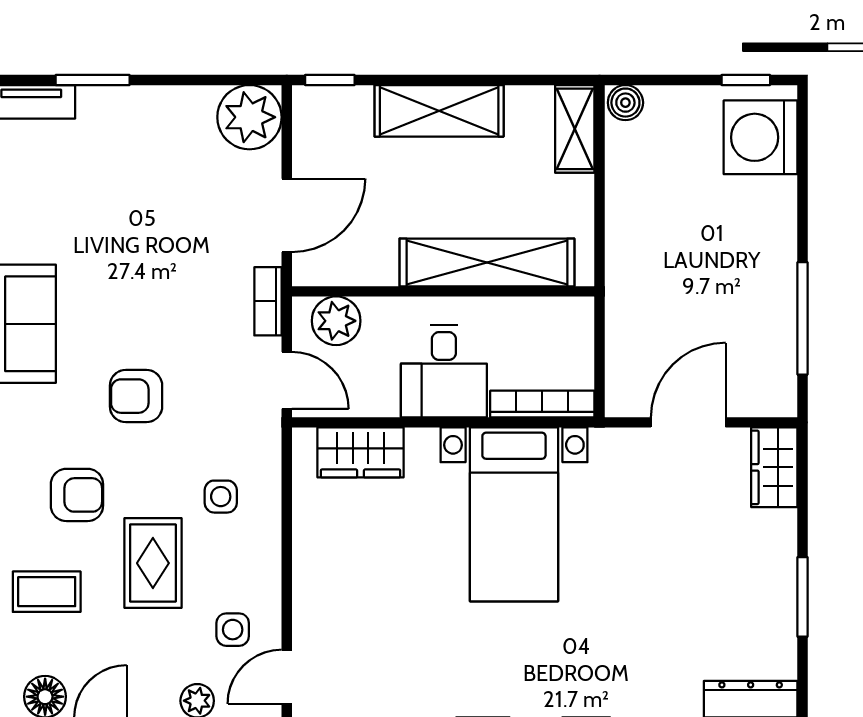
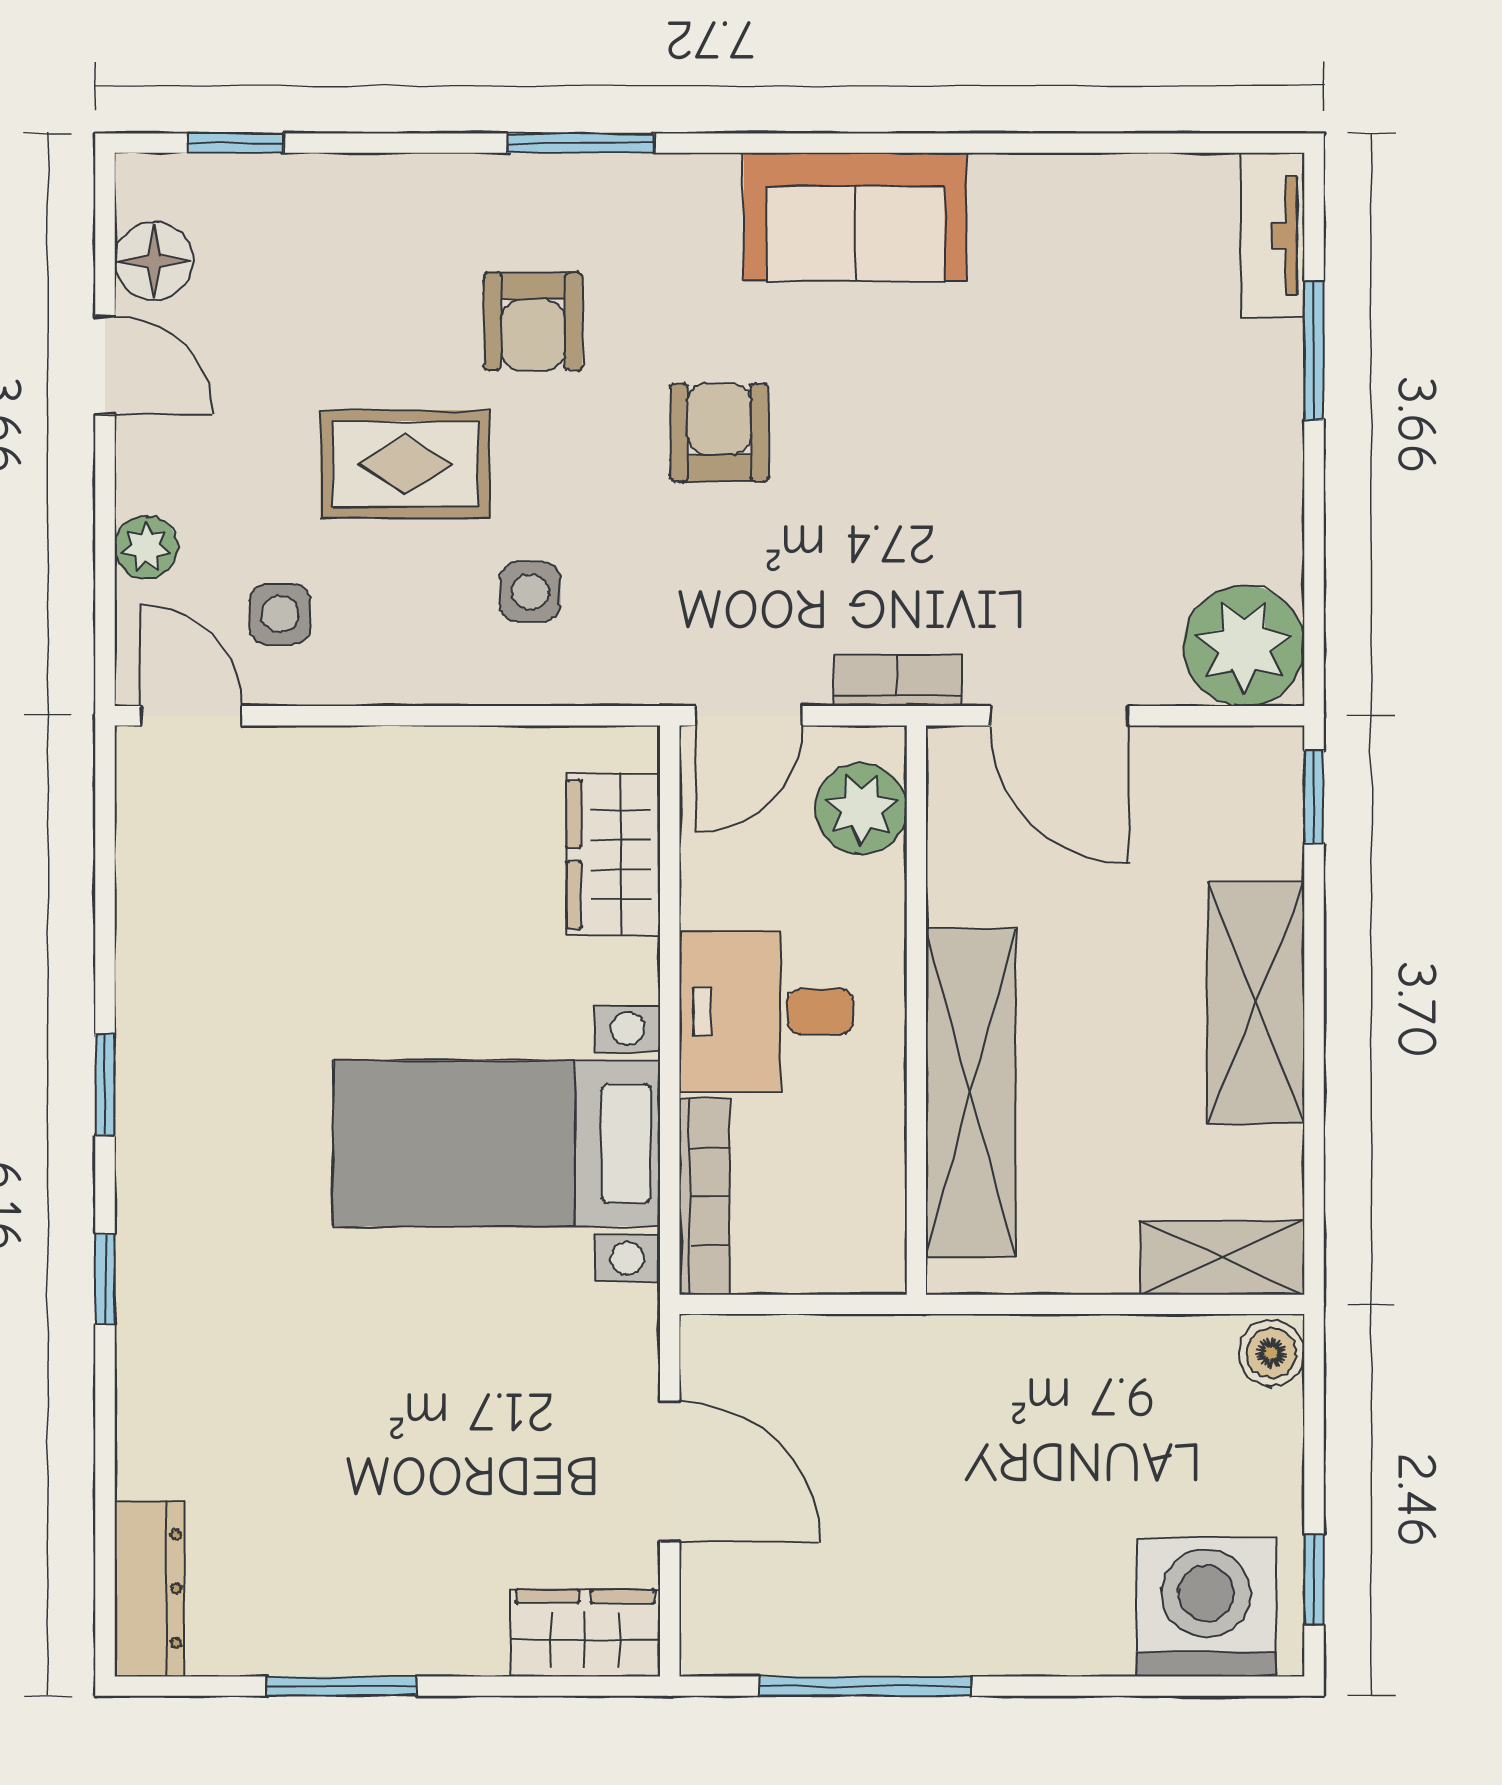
coffee table: (47, 592) -> (351, 264), removed

